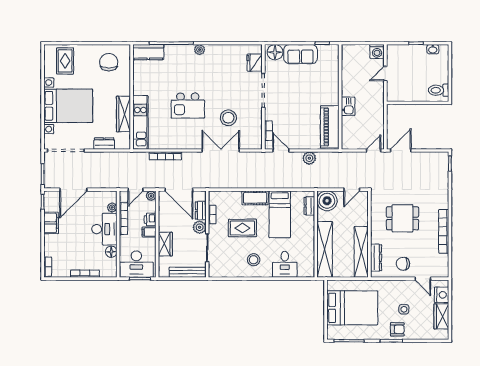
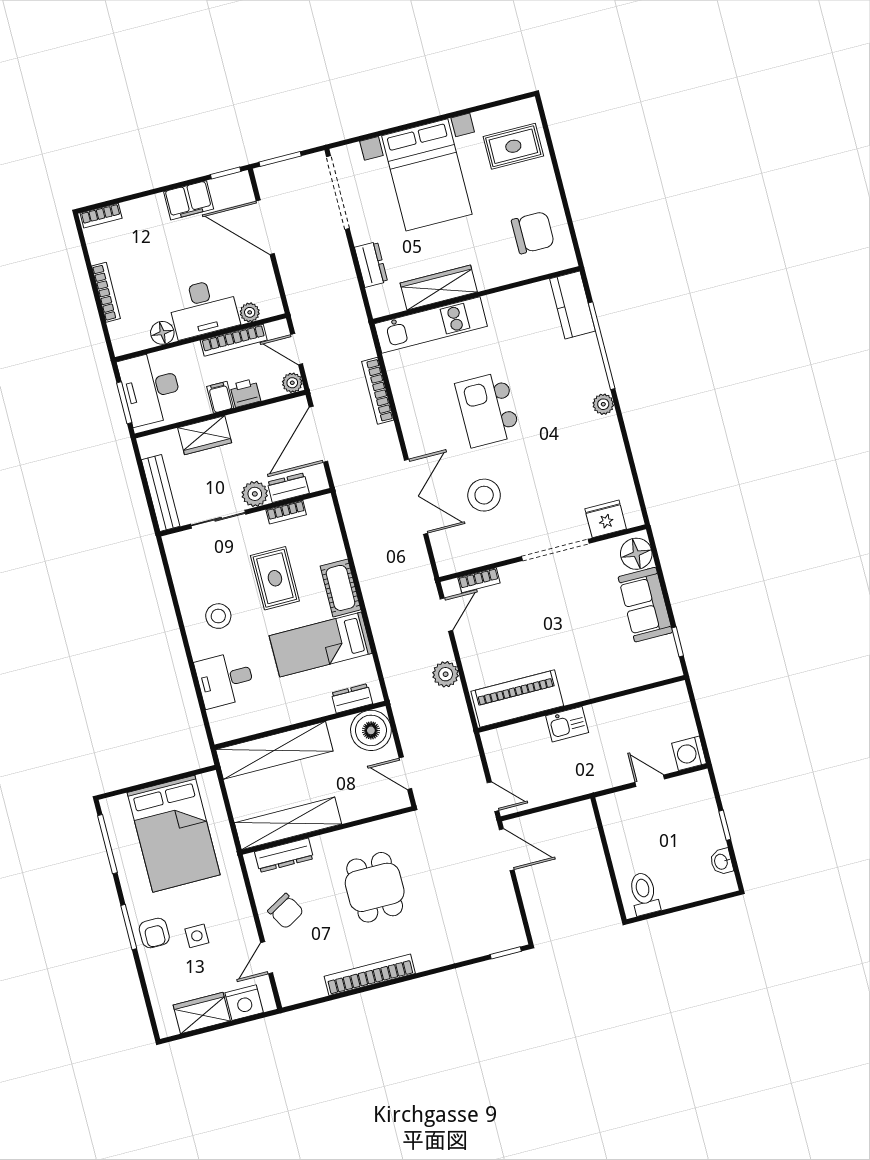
chair: (403, 264) -> (286, 911), turned 150

